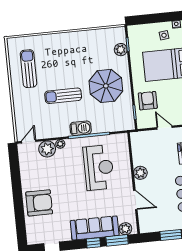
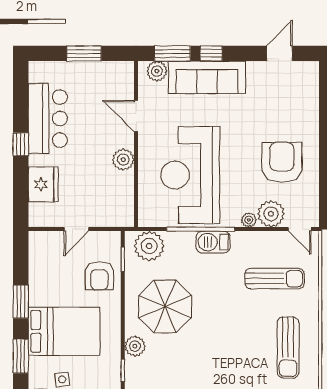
plant: (121, 50) -> (135, 346), moved
sun lounger: (63, 96) -> (275, 279), moved
plant: (119, 122) -> (149, 246), added
door: (165, 128) -> (76, 229), hinge flipped
door: (29, 141) -> (300, 229), hinge flipped
reception desk: (99, 168) -> (190, 175), width x1.36, depth x1.30
armchair: (39, 203) -> (282, 162), moved, turned 90

